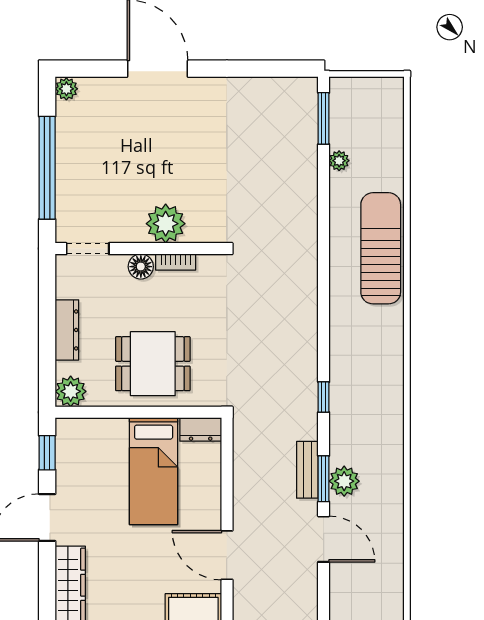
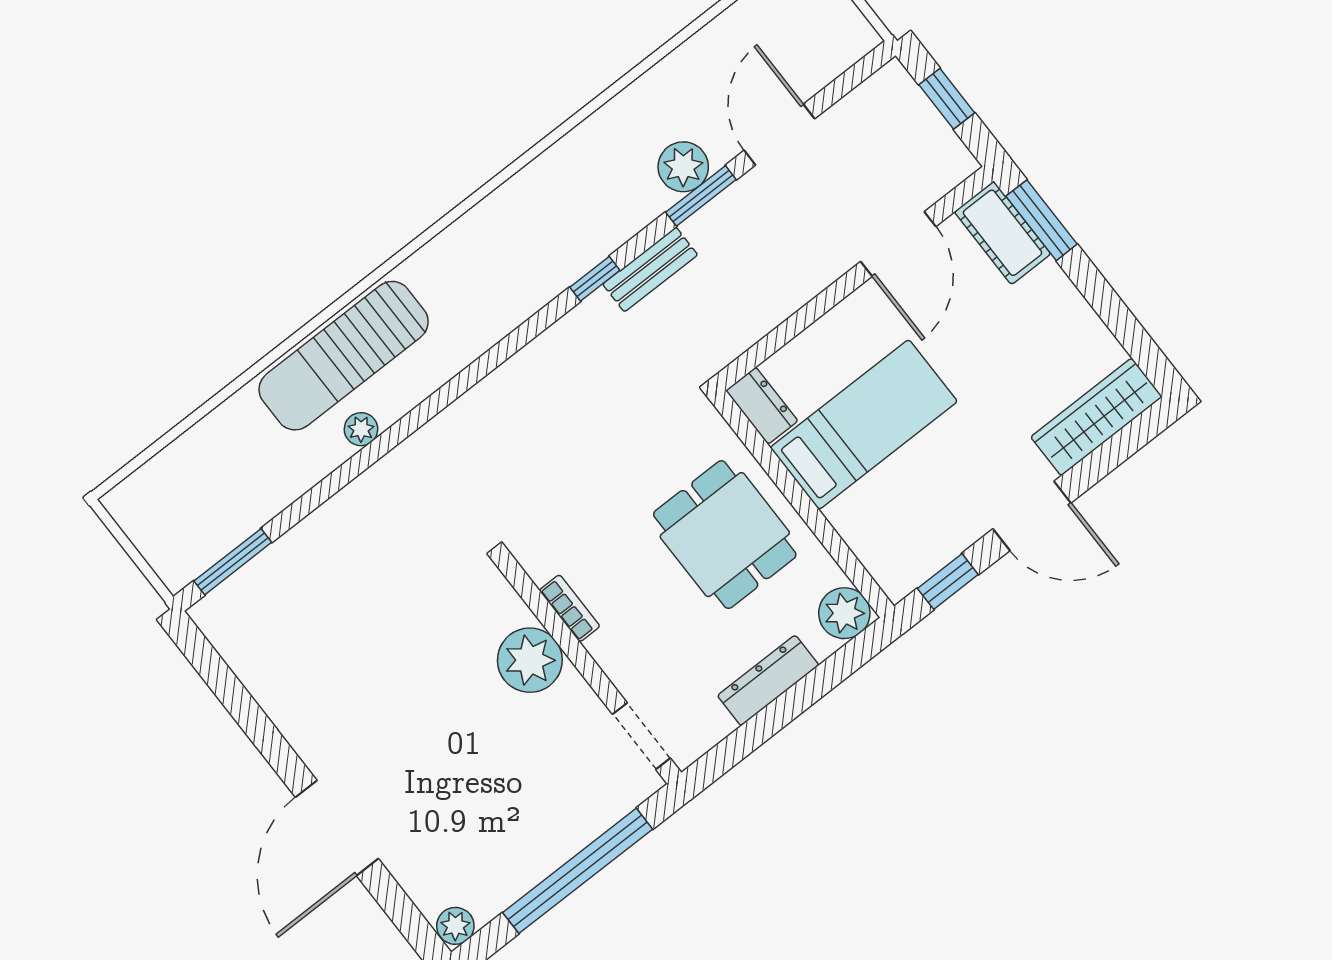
plant: (339, 161) -> (361, 429), moved
floor lamp: (141, 267) -> (611, 649), removed
bench: (307, 470) -> (650, 269), moved

